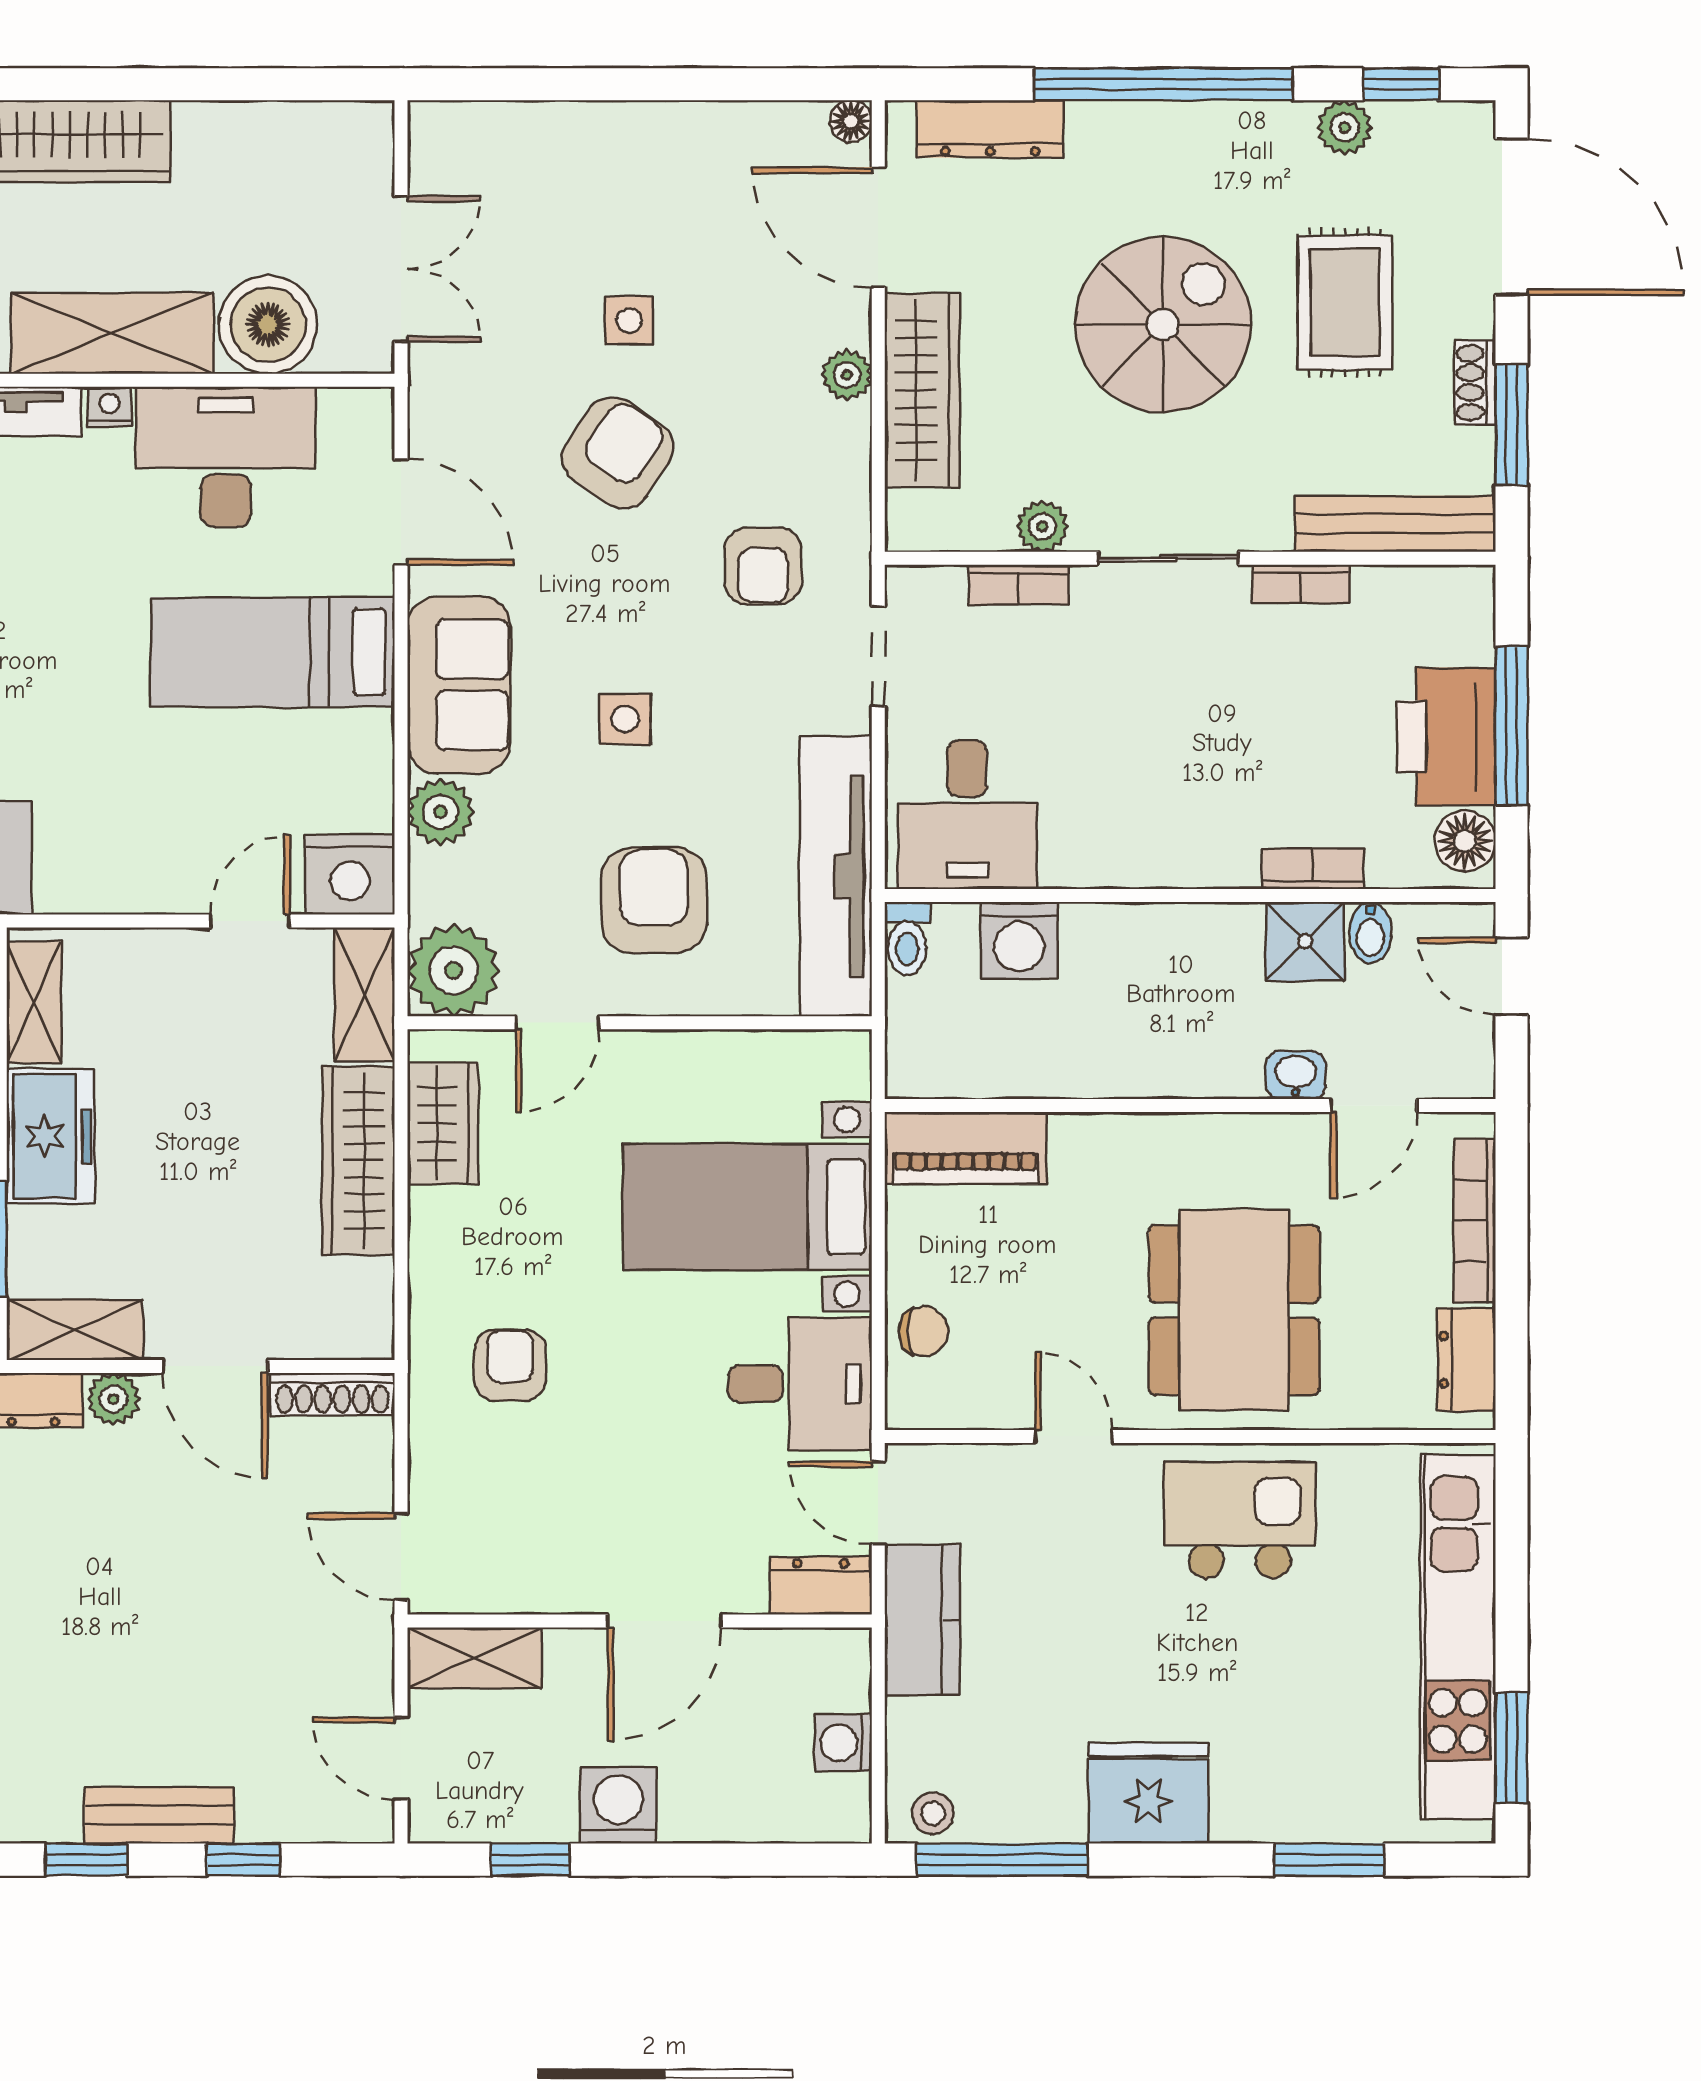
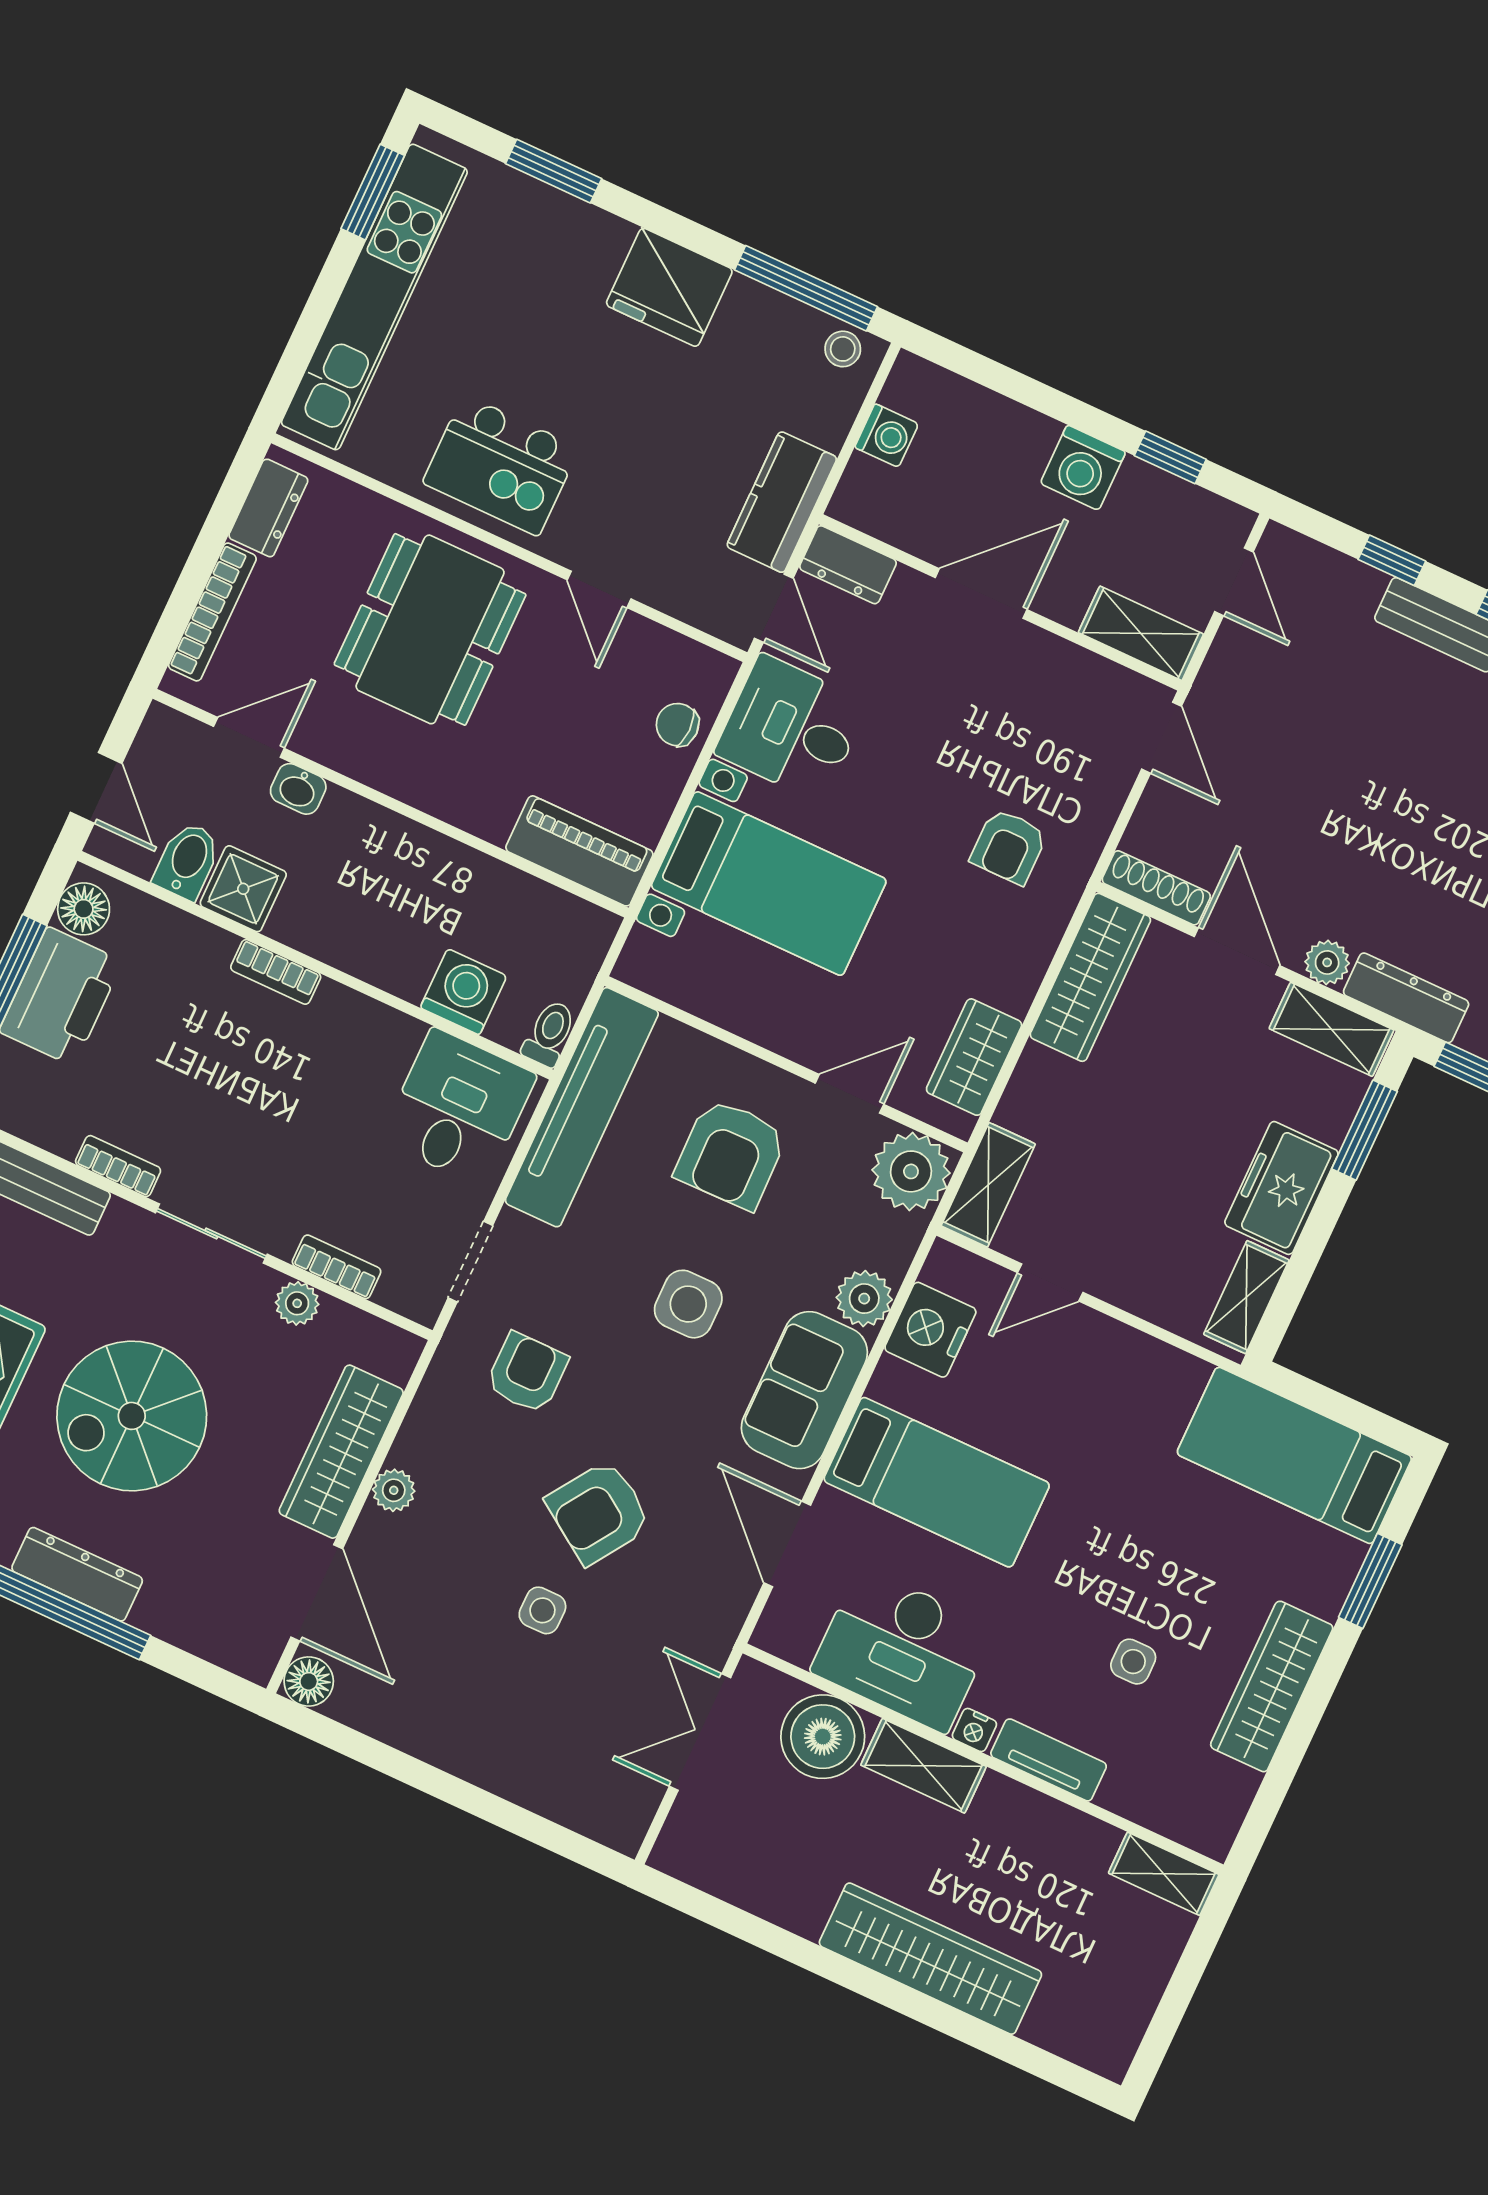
floor lamp: (851, 121) -> (309, 1681), width x1.37, depth x1.37
dresser: (990, 129) -> (77, 1574), moved
shelving: (112, 333) -> (924, 1766), width x0.67, depth x0.75
side table: (625, 719) -> (688, 1304), width x1.37, depth x1.37
bookcase: (1313, 869) -> (276, 972), moved
nightstand: (350, 874) -> (930, 1330), moved, turned -90
bidet: (1370, 933) -> (187, 861), width x1.38, depth x1.36
wardrobe: (358, 1161) -> (1090, 977), moved

